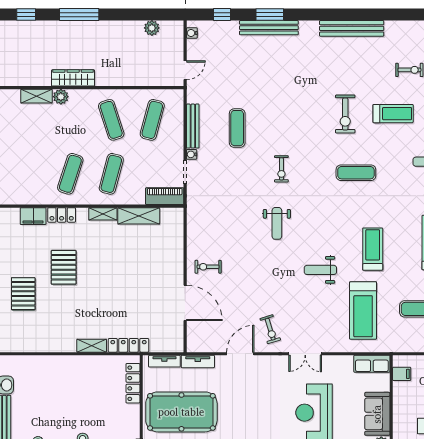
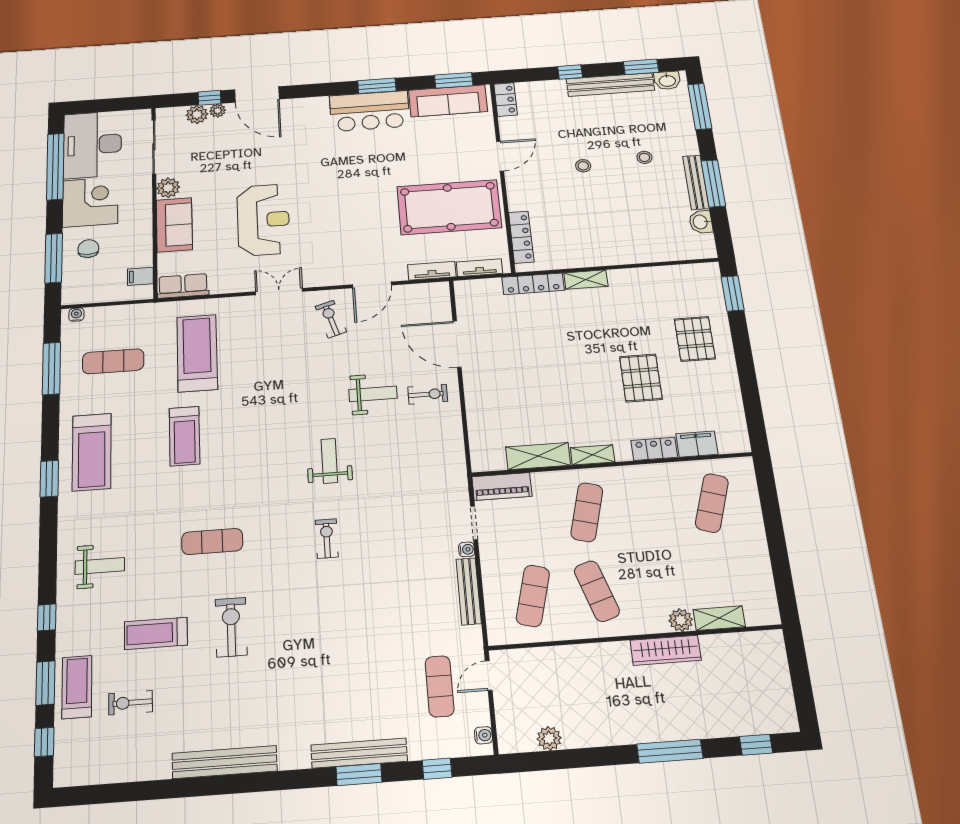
exercise mat: (237, 128) -> (440, 686), moved
exercise mat: (70, 174) -> (712, 503), moved
weight bench: (320, 270) -> (373, 394), moved

